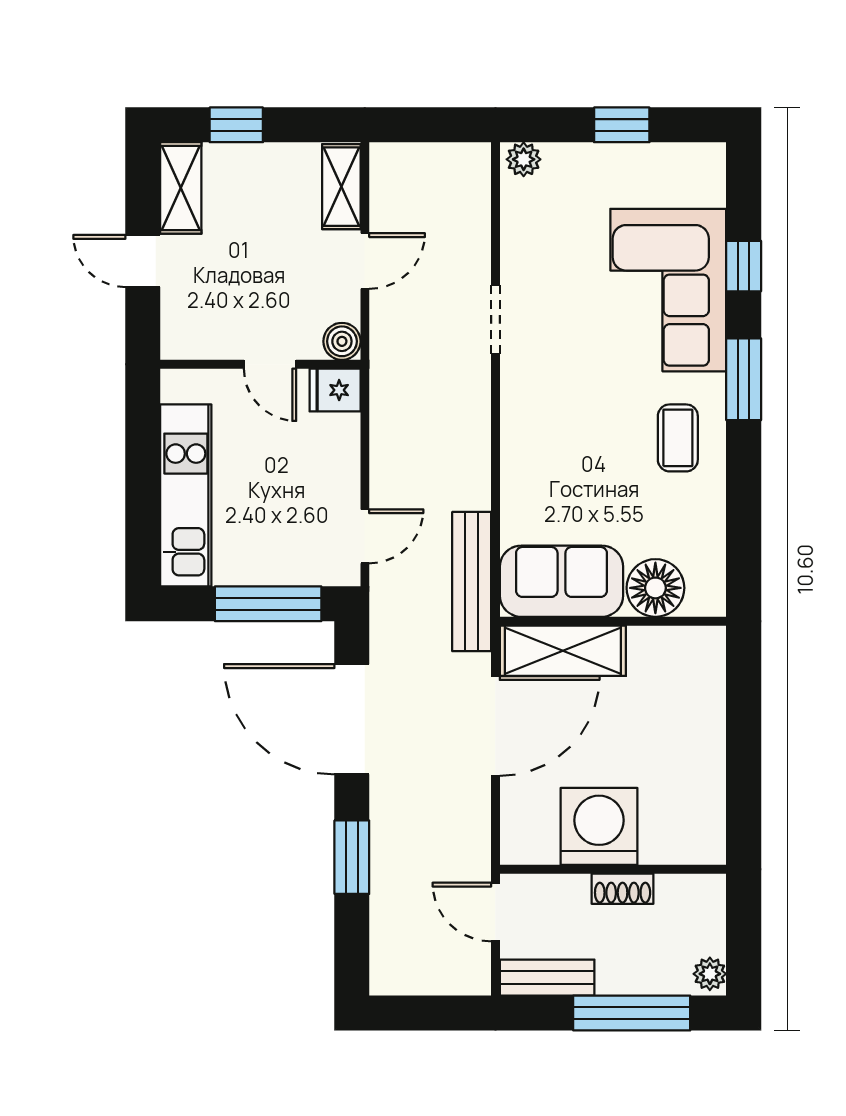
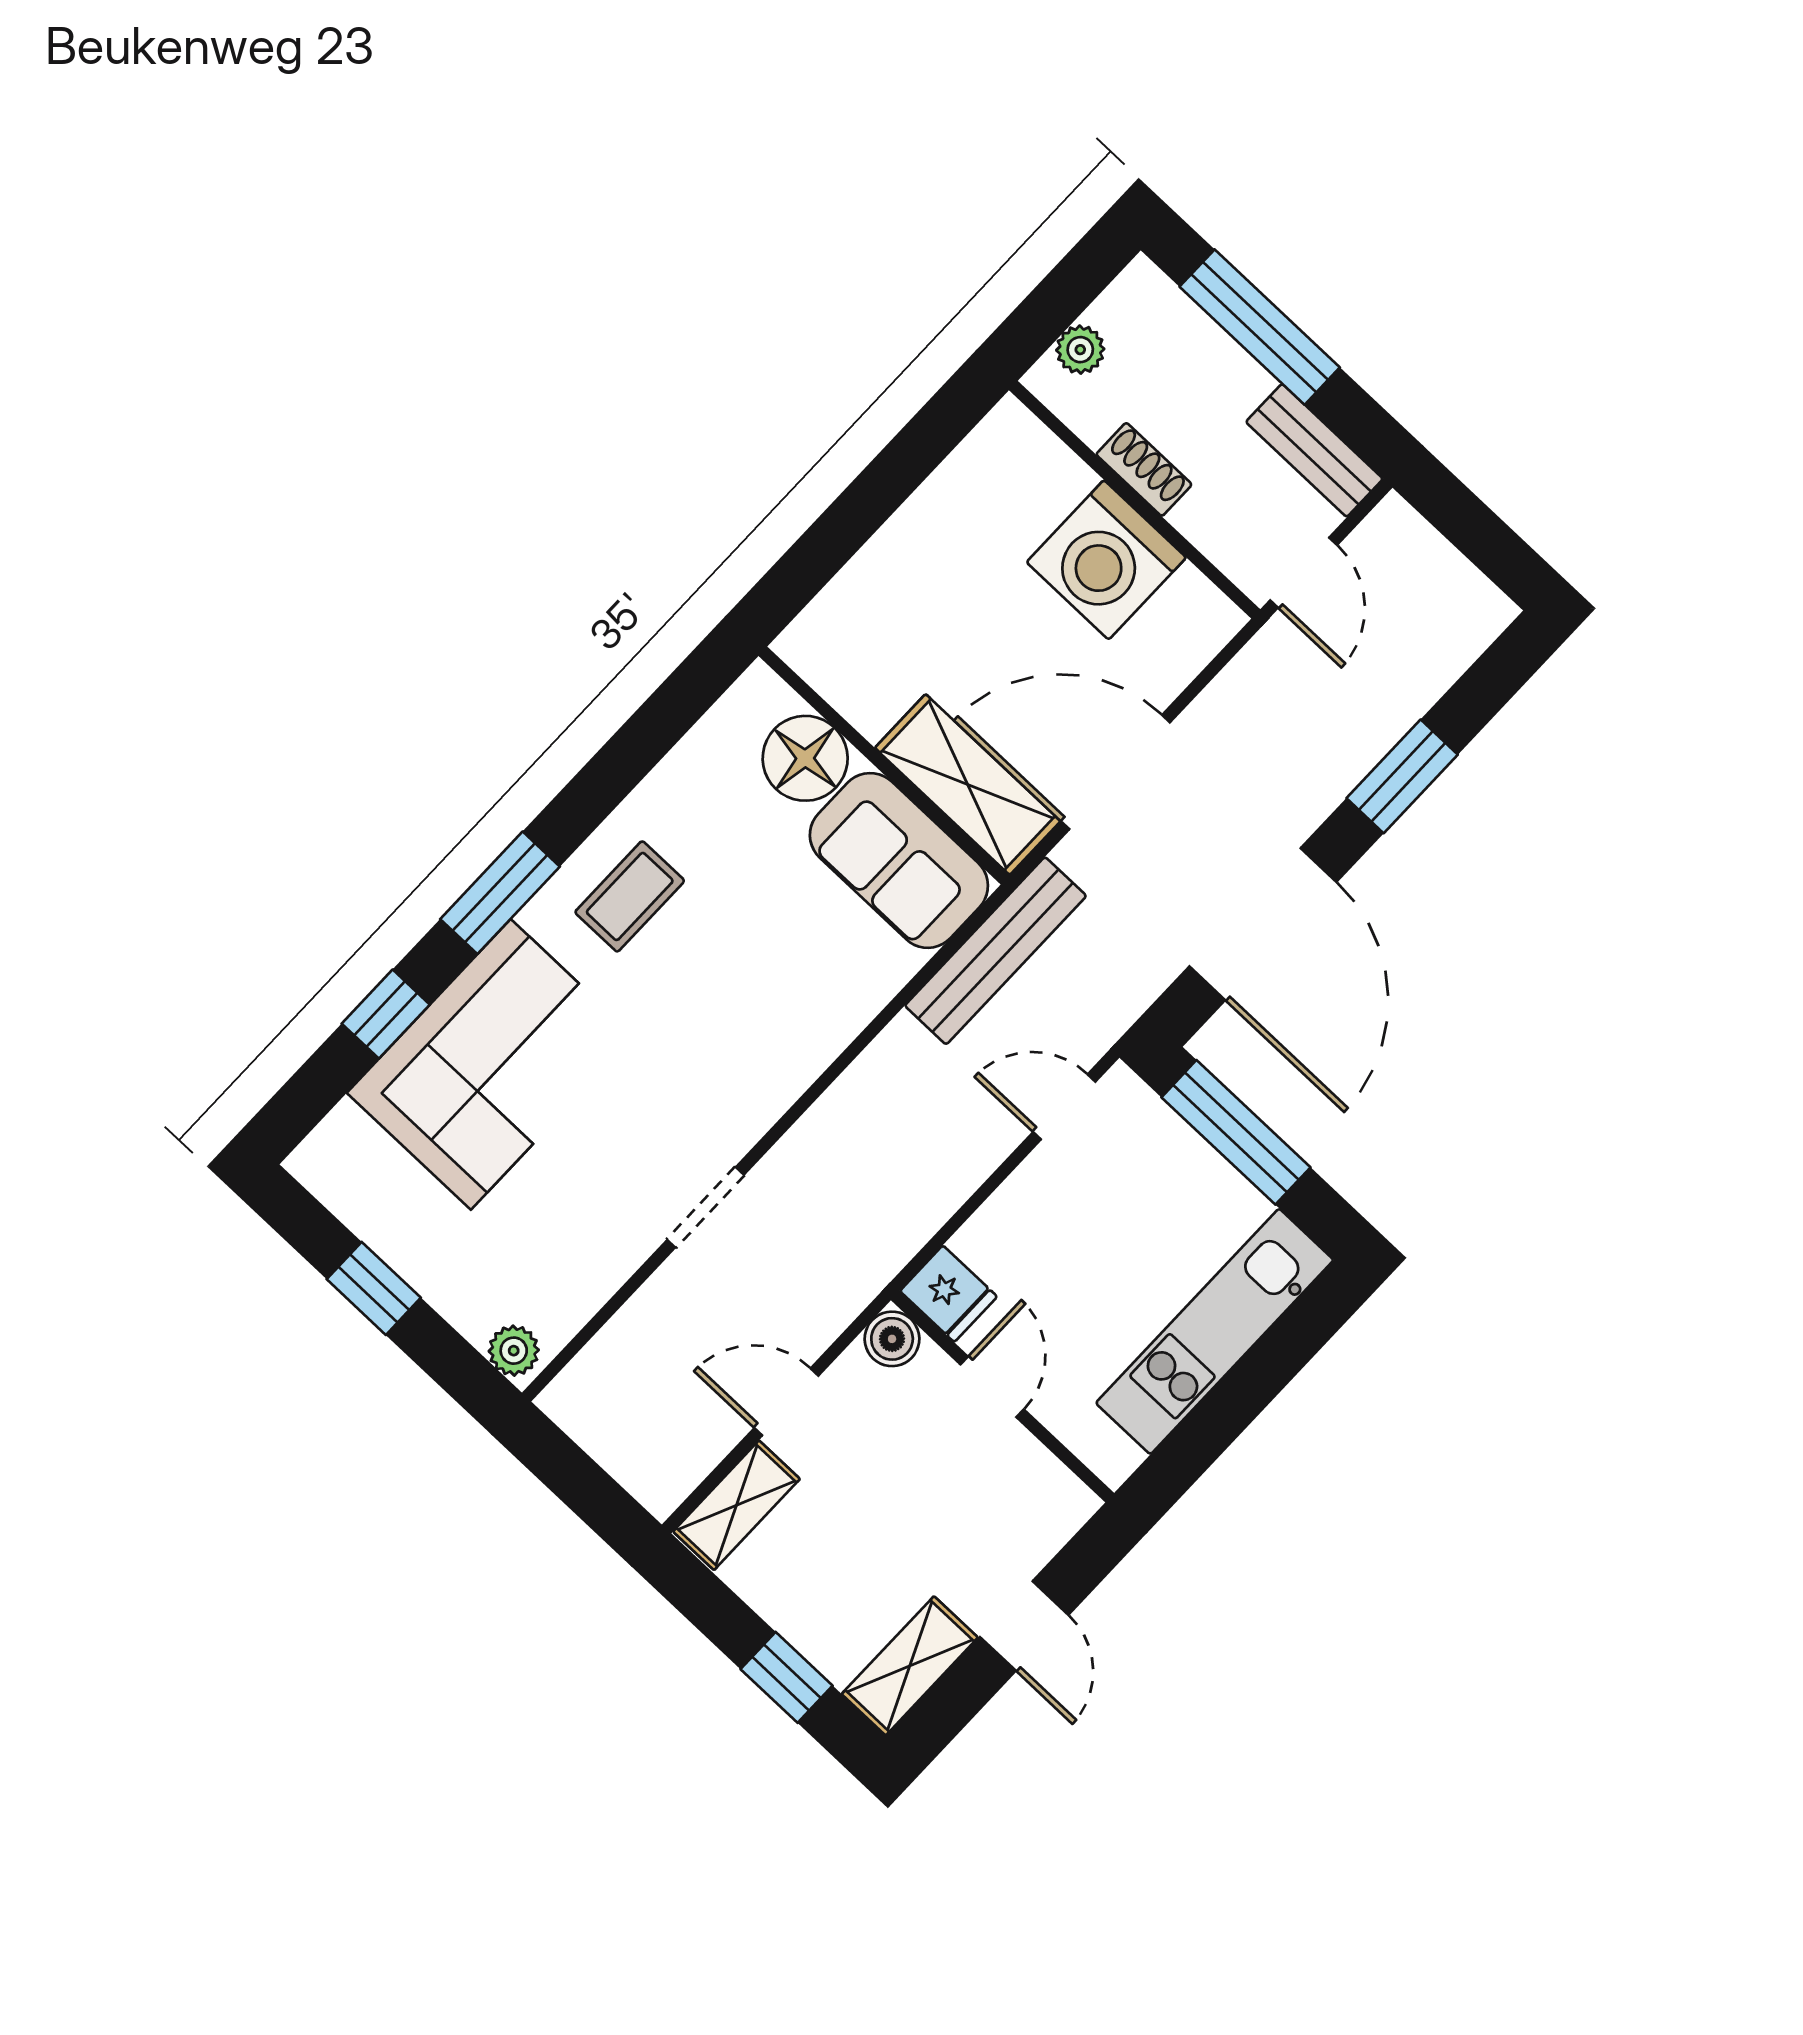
plant: (710, 974) -> (1080, 350), moved

